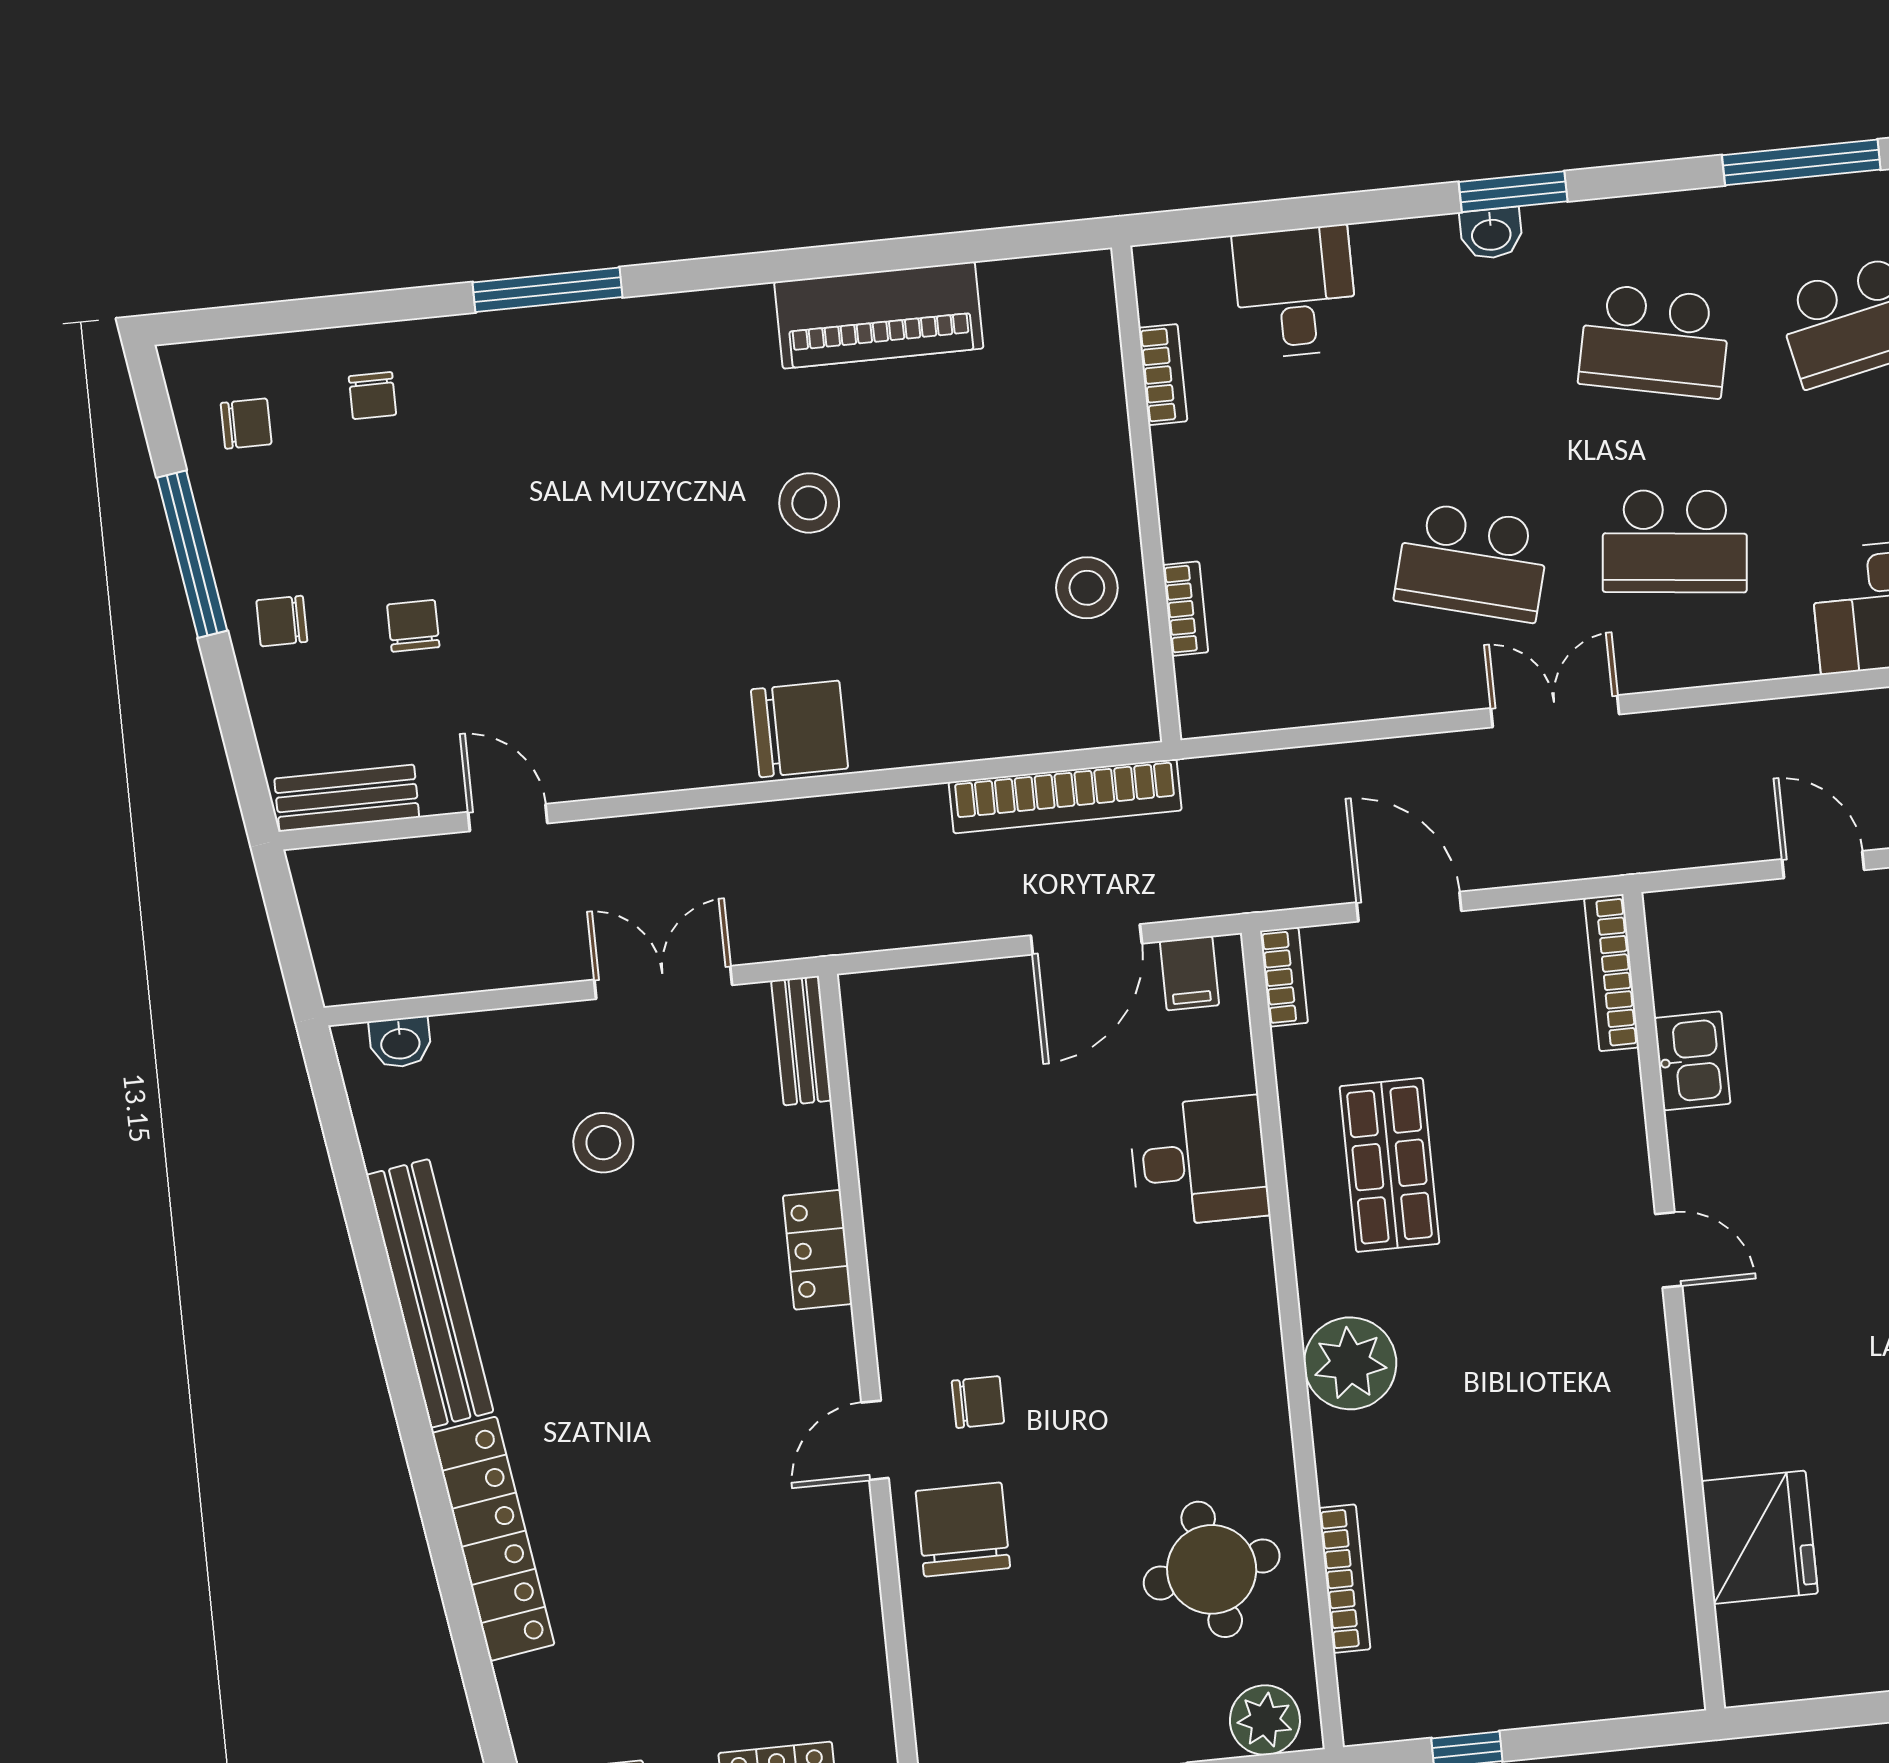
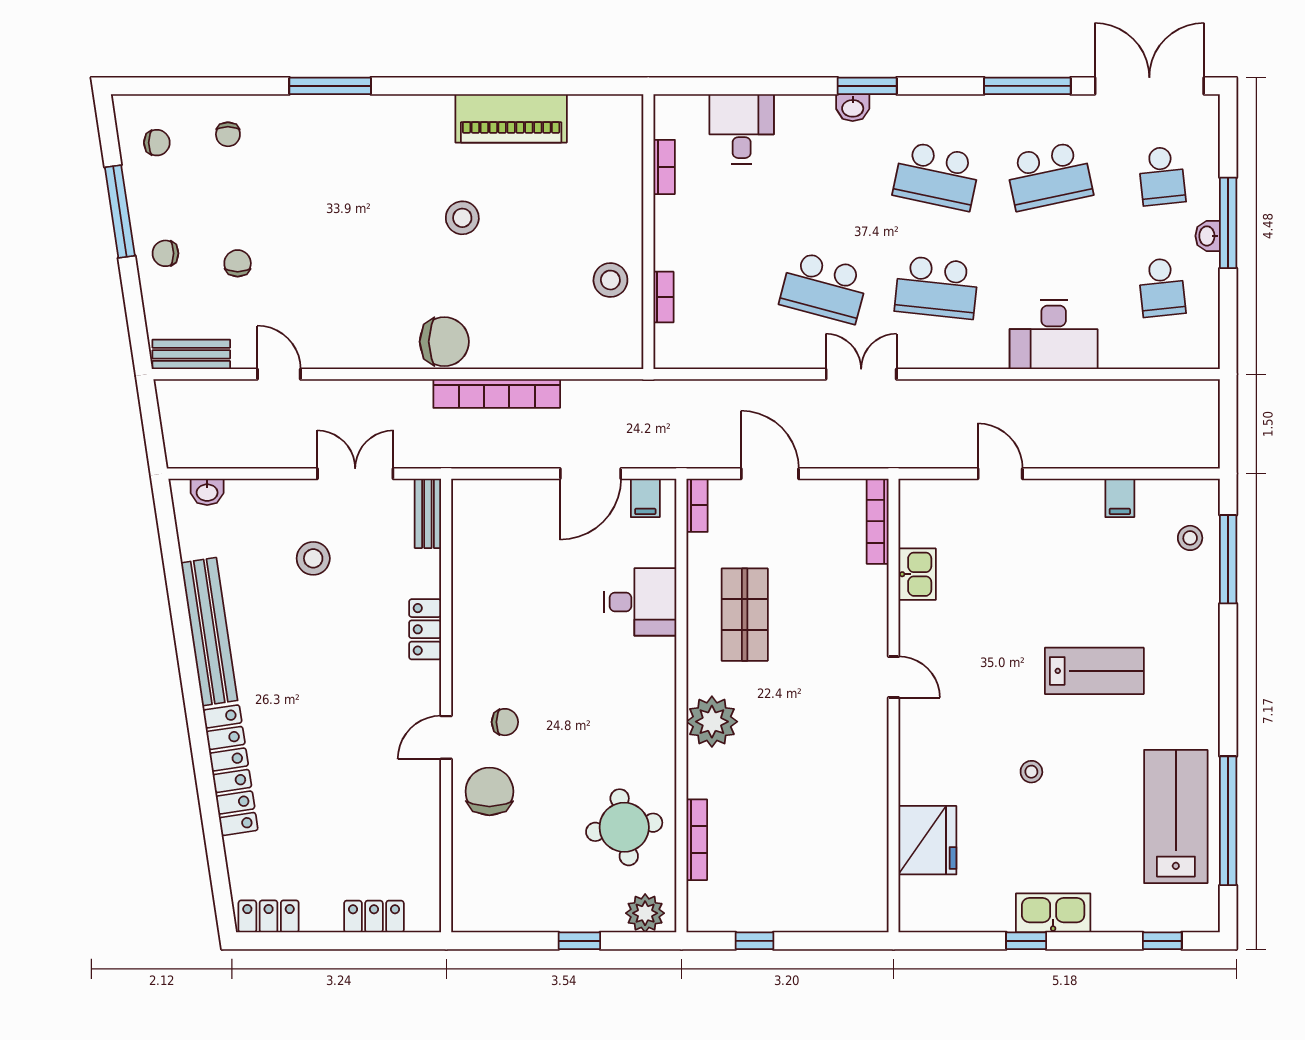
bookcase: (1065, 796) -> (497, 394), moved

